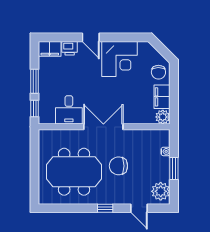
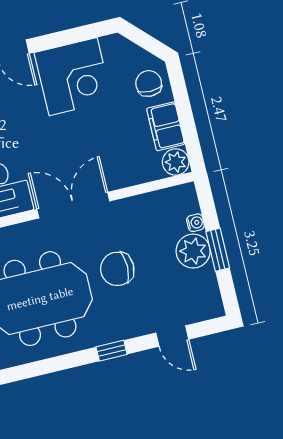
chair: (158, 72) -> (149, 83), turned 180
plant: (161, 191) -> (193, 251), moved

